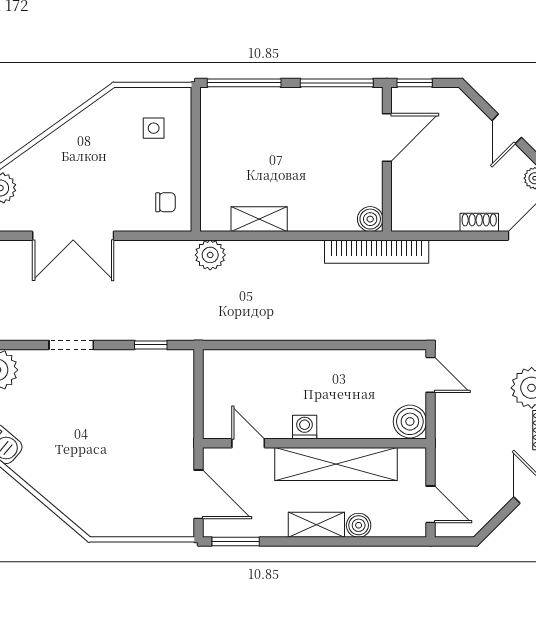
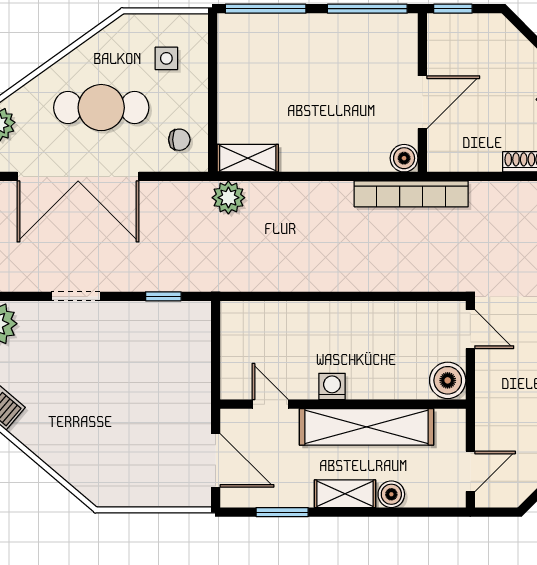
door: (387, 137) -> (422, 102), moved
cafe table: (94, 173) -> (101, 108), added
shelving: (259, 219) -> (248, 158), moved
double door: (73, 236) -> (78, 176), width x1.36
door: (431, 504) -> (470, 471), hinge flipped
window: (236, 541) -> (282, 512), moved

